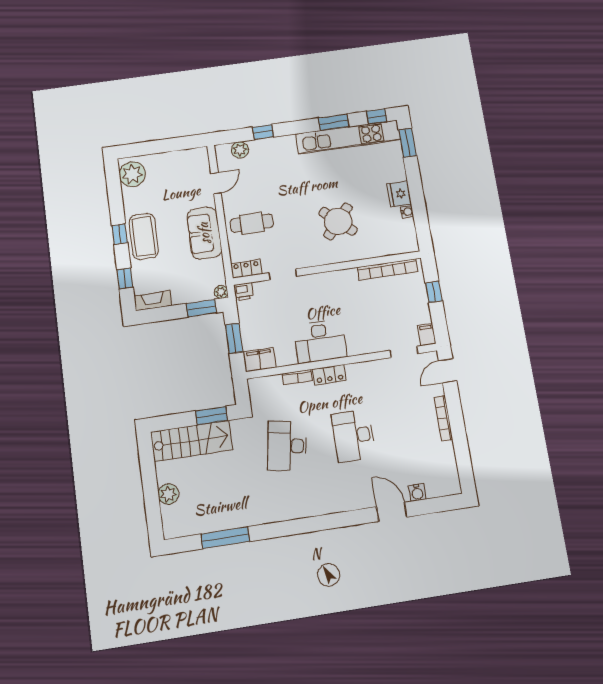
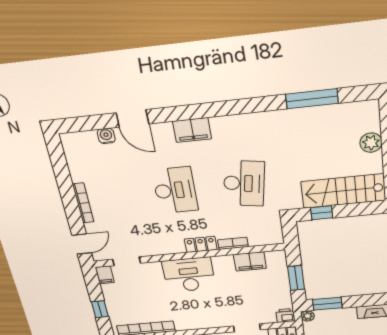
desk: (320, 341) -> (189, 275), moved
filing cabinet: (260, 360) -> (250, 261), moved
window: (211, 416) -> (322, 213), width x0.67
filing cabinet: (336, 502) -> (192, 130), added

